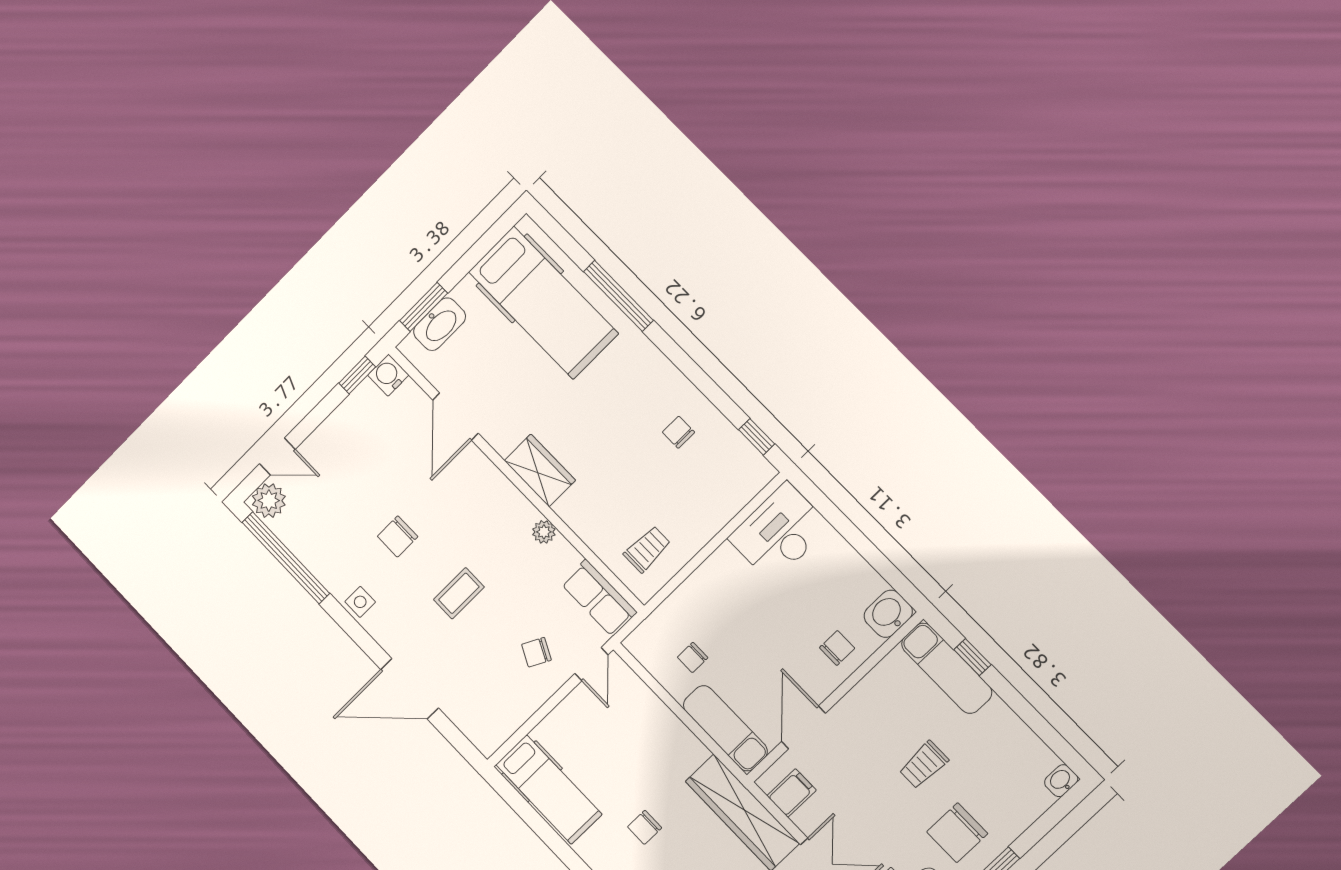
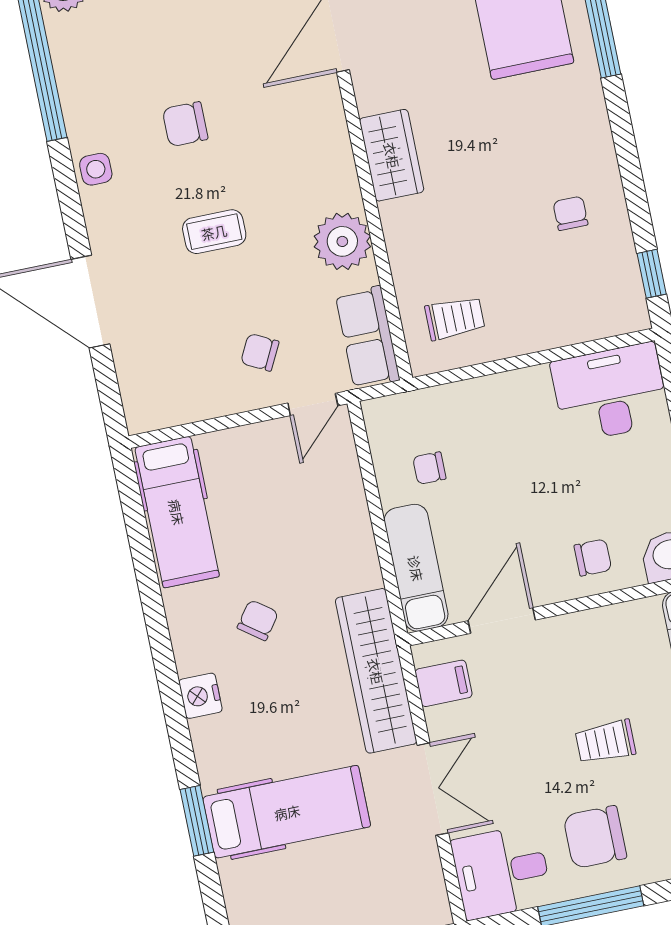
plant: (544, 532) -> (342, 241), width x1.88, depth x1.88
chair: (645, 827) -> (258, 620), turned 126

